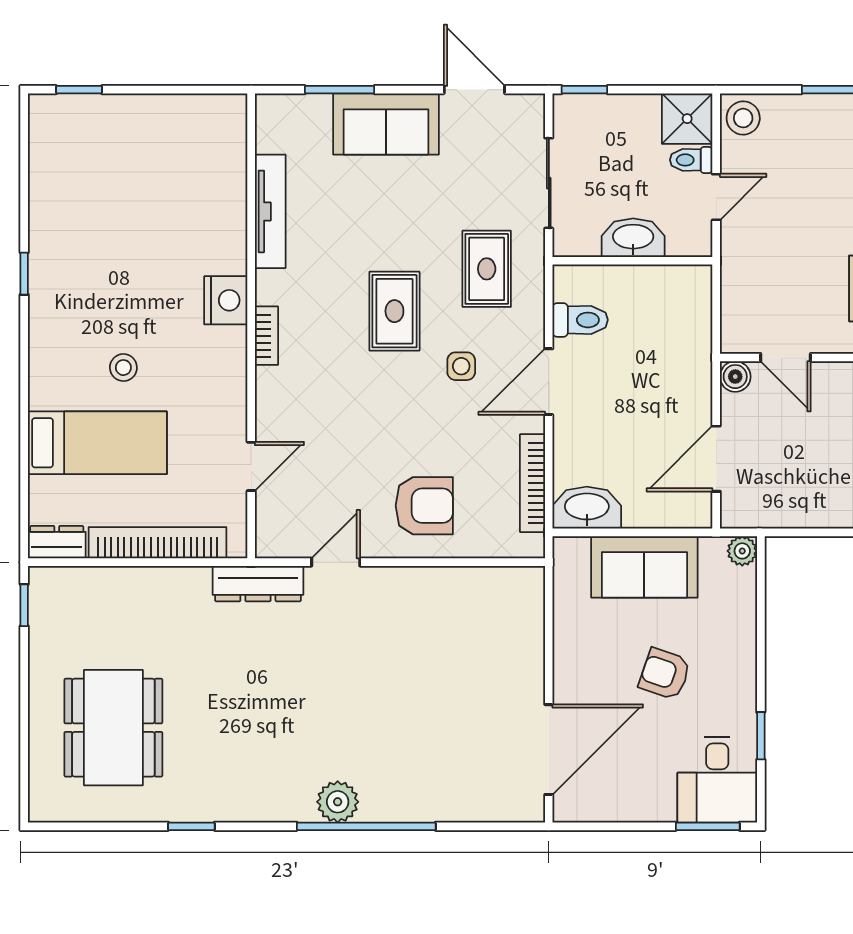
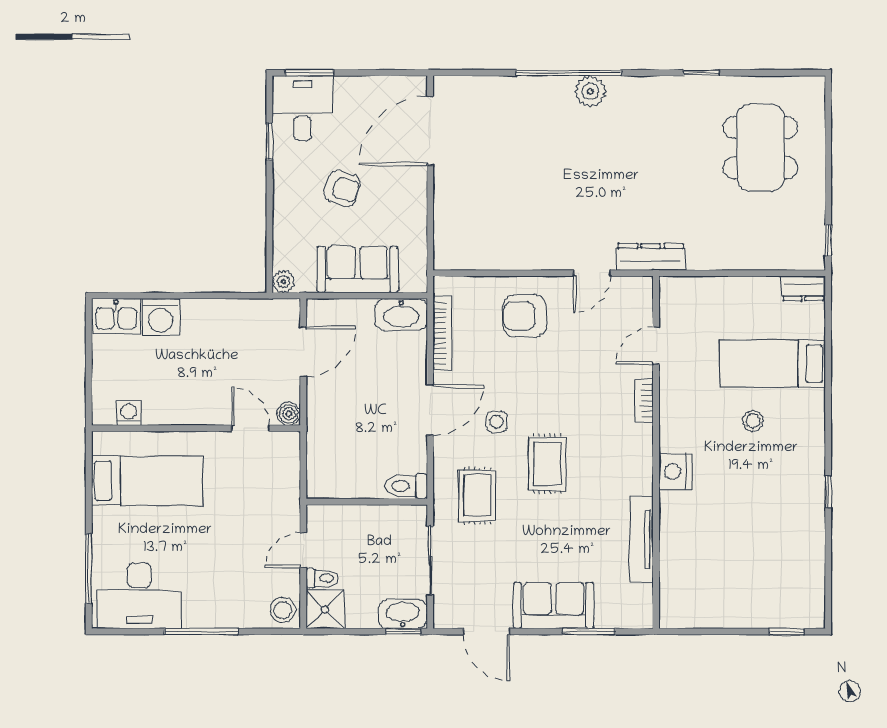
washbasin: (633, 238) -> (403, 614), moved, turned 180
toilet: (580, 320) -> (406, 486), moved
bookcase: (267, 336) -> (644, 401), moved
bookcase: (158, 543) -> (727, 288), removed

